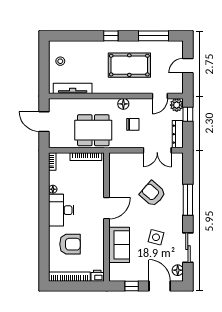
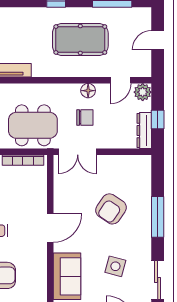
floor lamp: (123, 104) -> (88, 91), moved
window: (188, 114) -> (158, 119), moved
double door: (157, 150) -> (78, 152), moved
armchair: (153, 194) -> (111, 209), turned -97

